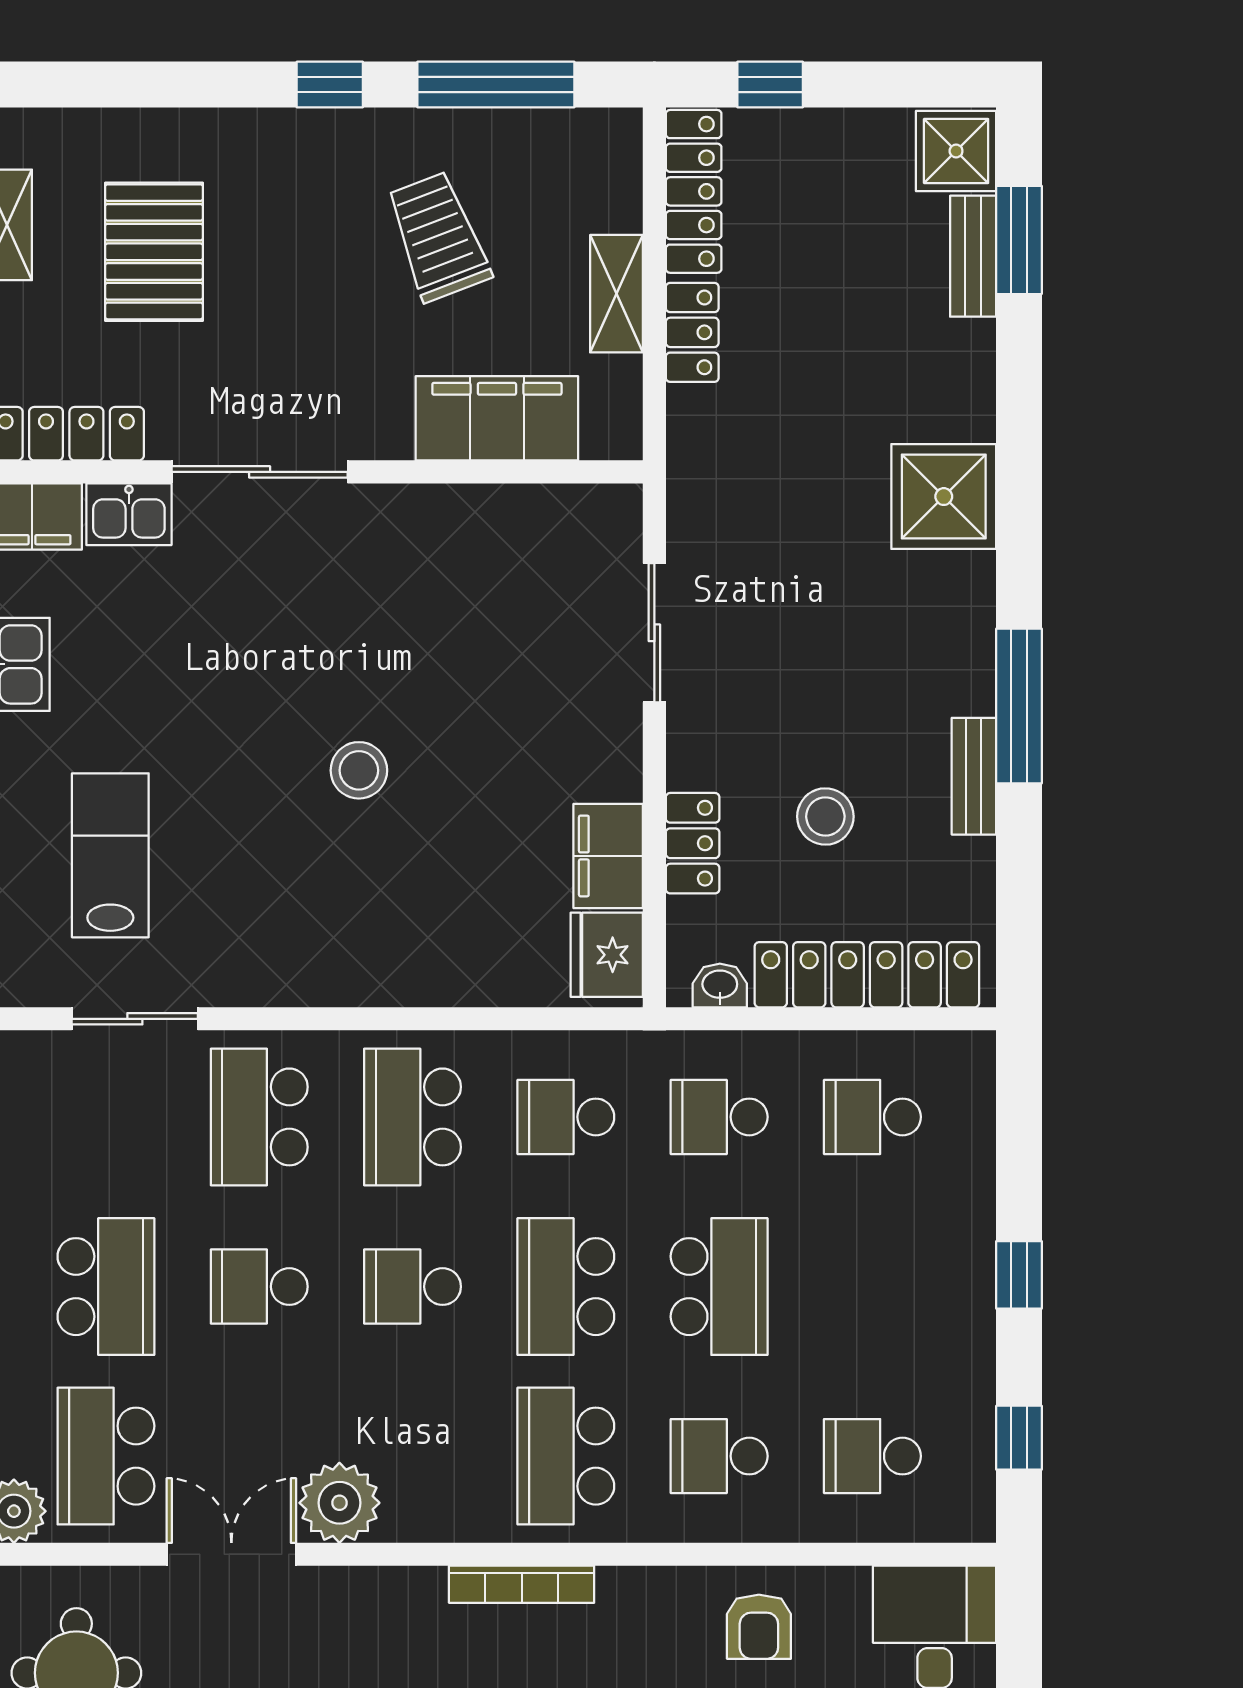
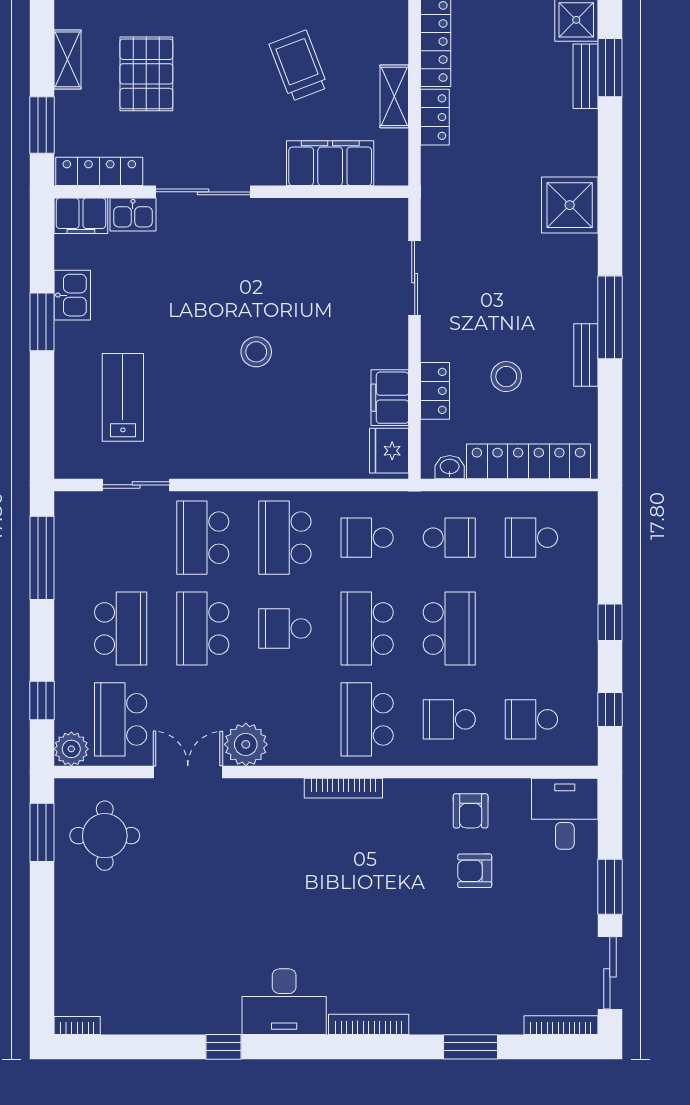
school desk: (719, 1117) -> (449, 538), turned 180
school desk: (259, 1287) -> (203, 629), width x1.85

